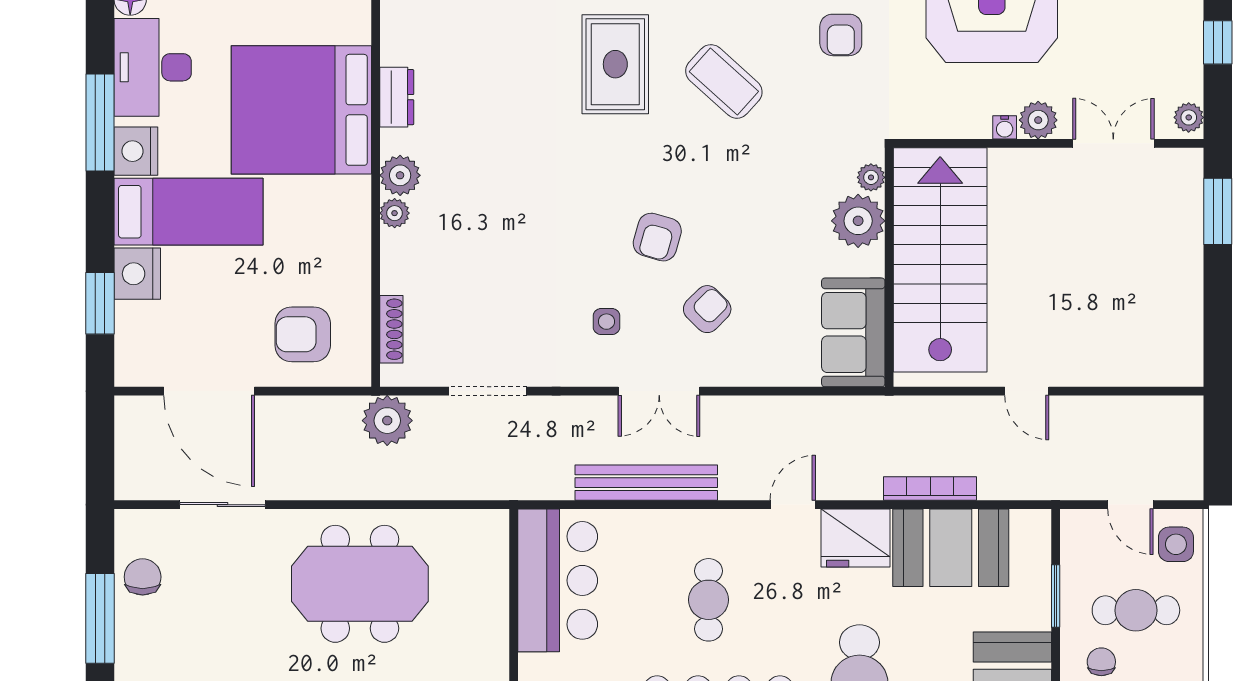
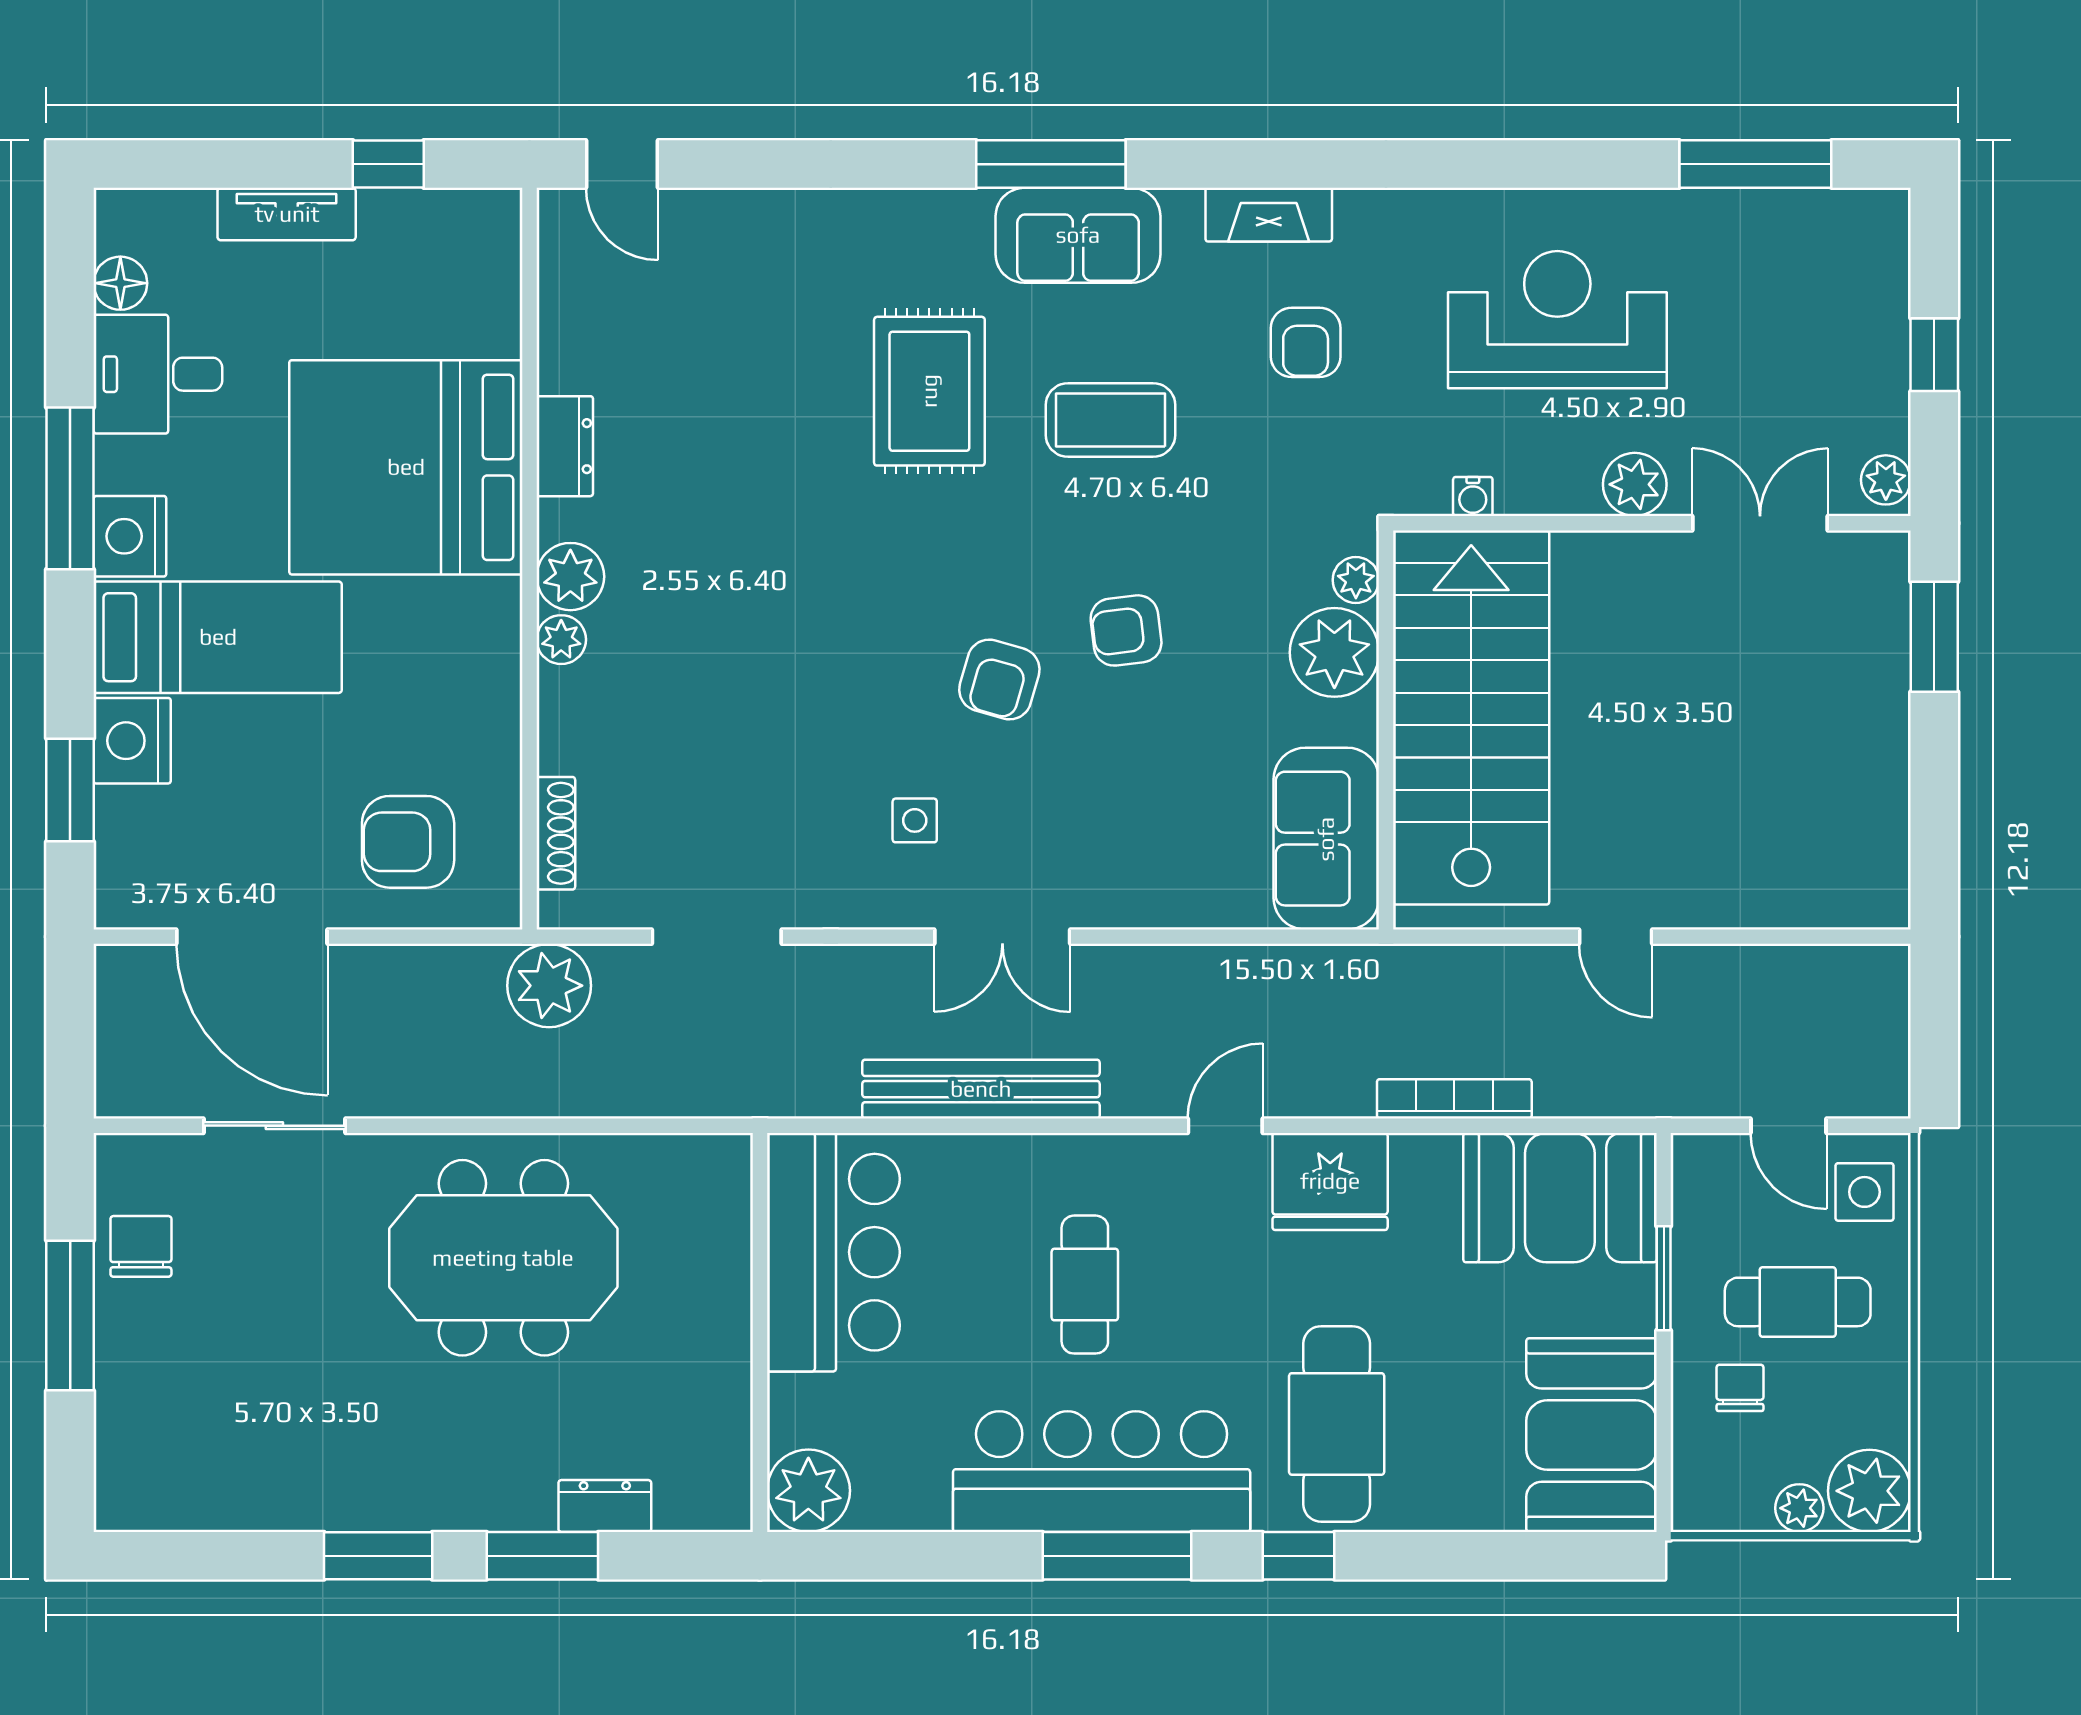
desk: (153, 67) -> (158, 374), width x0.73
coffee table: (724, 81) -> (1111, 420), turned -42
water cooler: (1005, 127) -> (1473, 496), moved
armchair: (707, 309) -> (1126, 630), moved, turned -142
booth: (951, 548) -> (1560, 1198), moved

